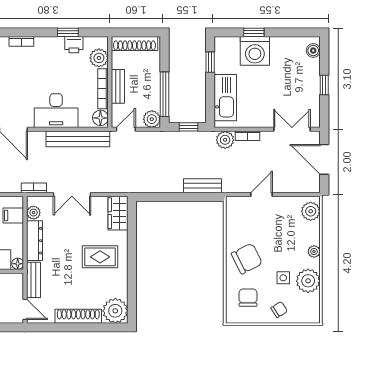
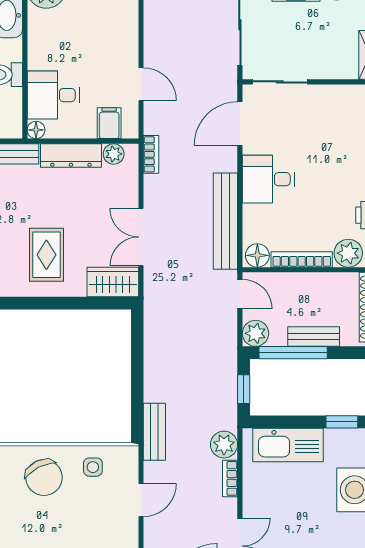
bench: (118, 86) -> (314, 337), moved
desk: (56, 111) -> (268, 179), width x0.73
bench: (202, 186) -> (154, 432), moved
double door: (72, 195) -> (141, 237), moved
door: (262, 195) -> (141, 500), hinge flipped
side table: (283, 278) -> (93, 467), moved

